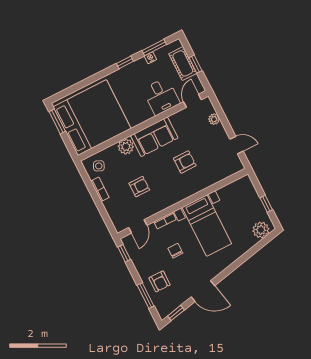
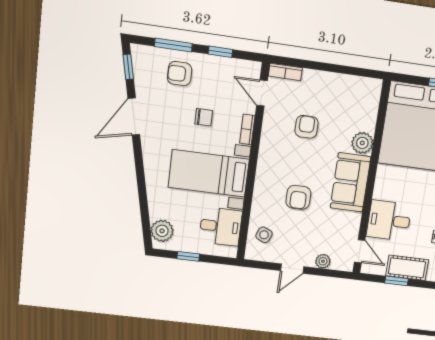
door: (237, 145) -> (292, 269), moved
side table: (99, 166) -> (264, 235), moved
armchair: (139, 187) -> (307, 127), turned 180
bookcase: (100, 189) -> (285, 72), moved
desk: (234, 197) -> (221, 226), added
window: (124, 253) -> (220, 52), moved

